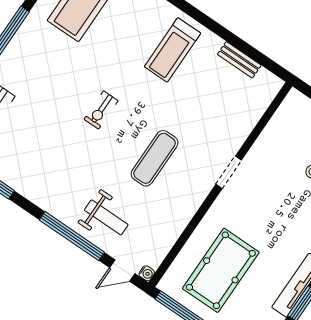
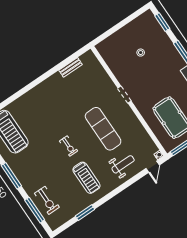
treadmill: (172, 50) -> (86, 178), moved
exercise mat: (155, 158) -> (103, 129), width x1.36, depth x1.45
window: (72, 236) -> (126, 185), removed

